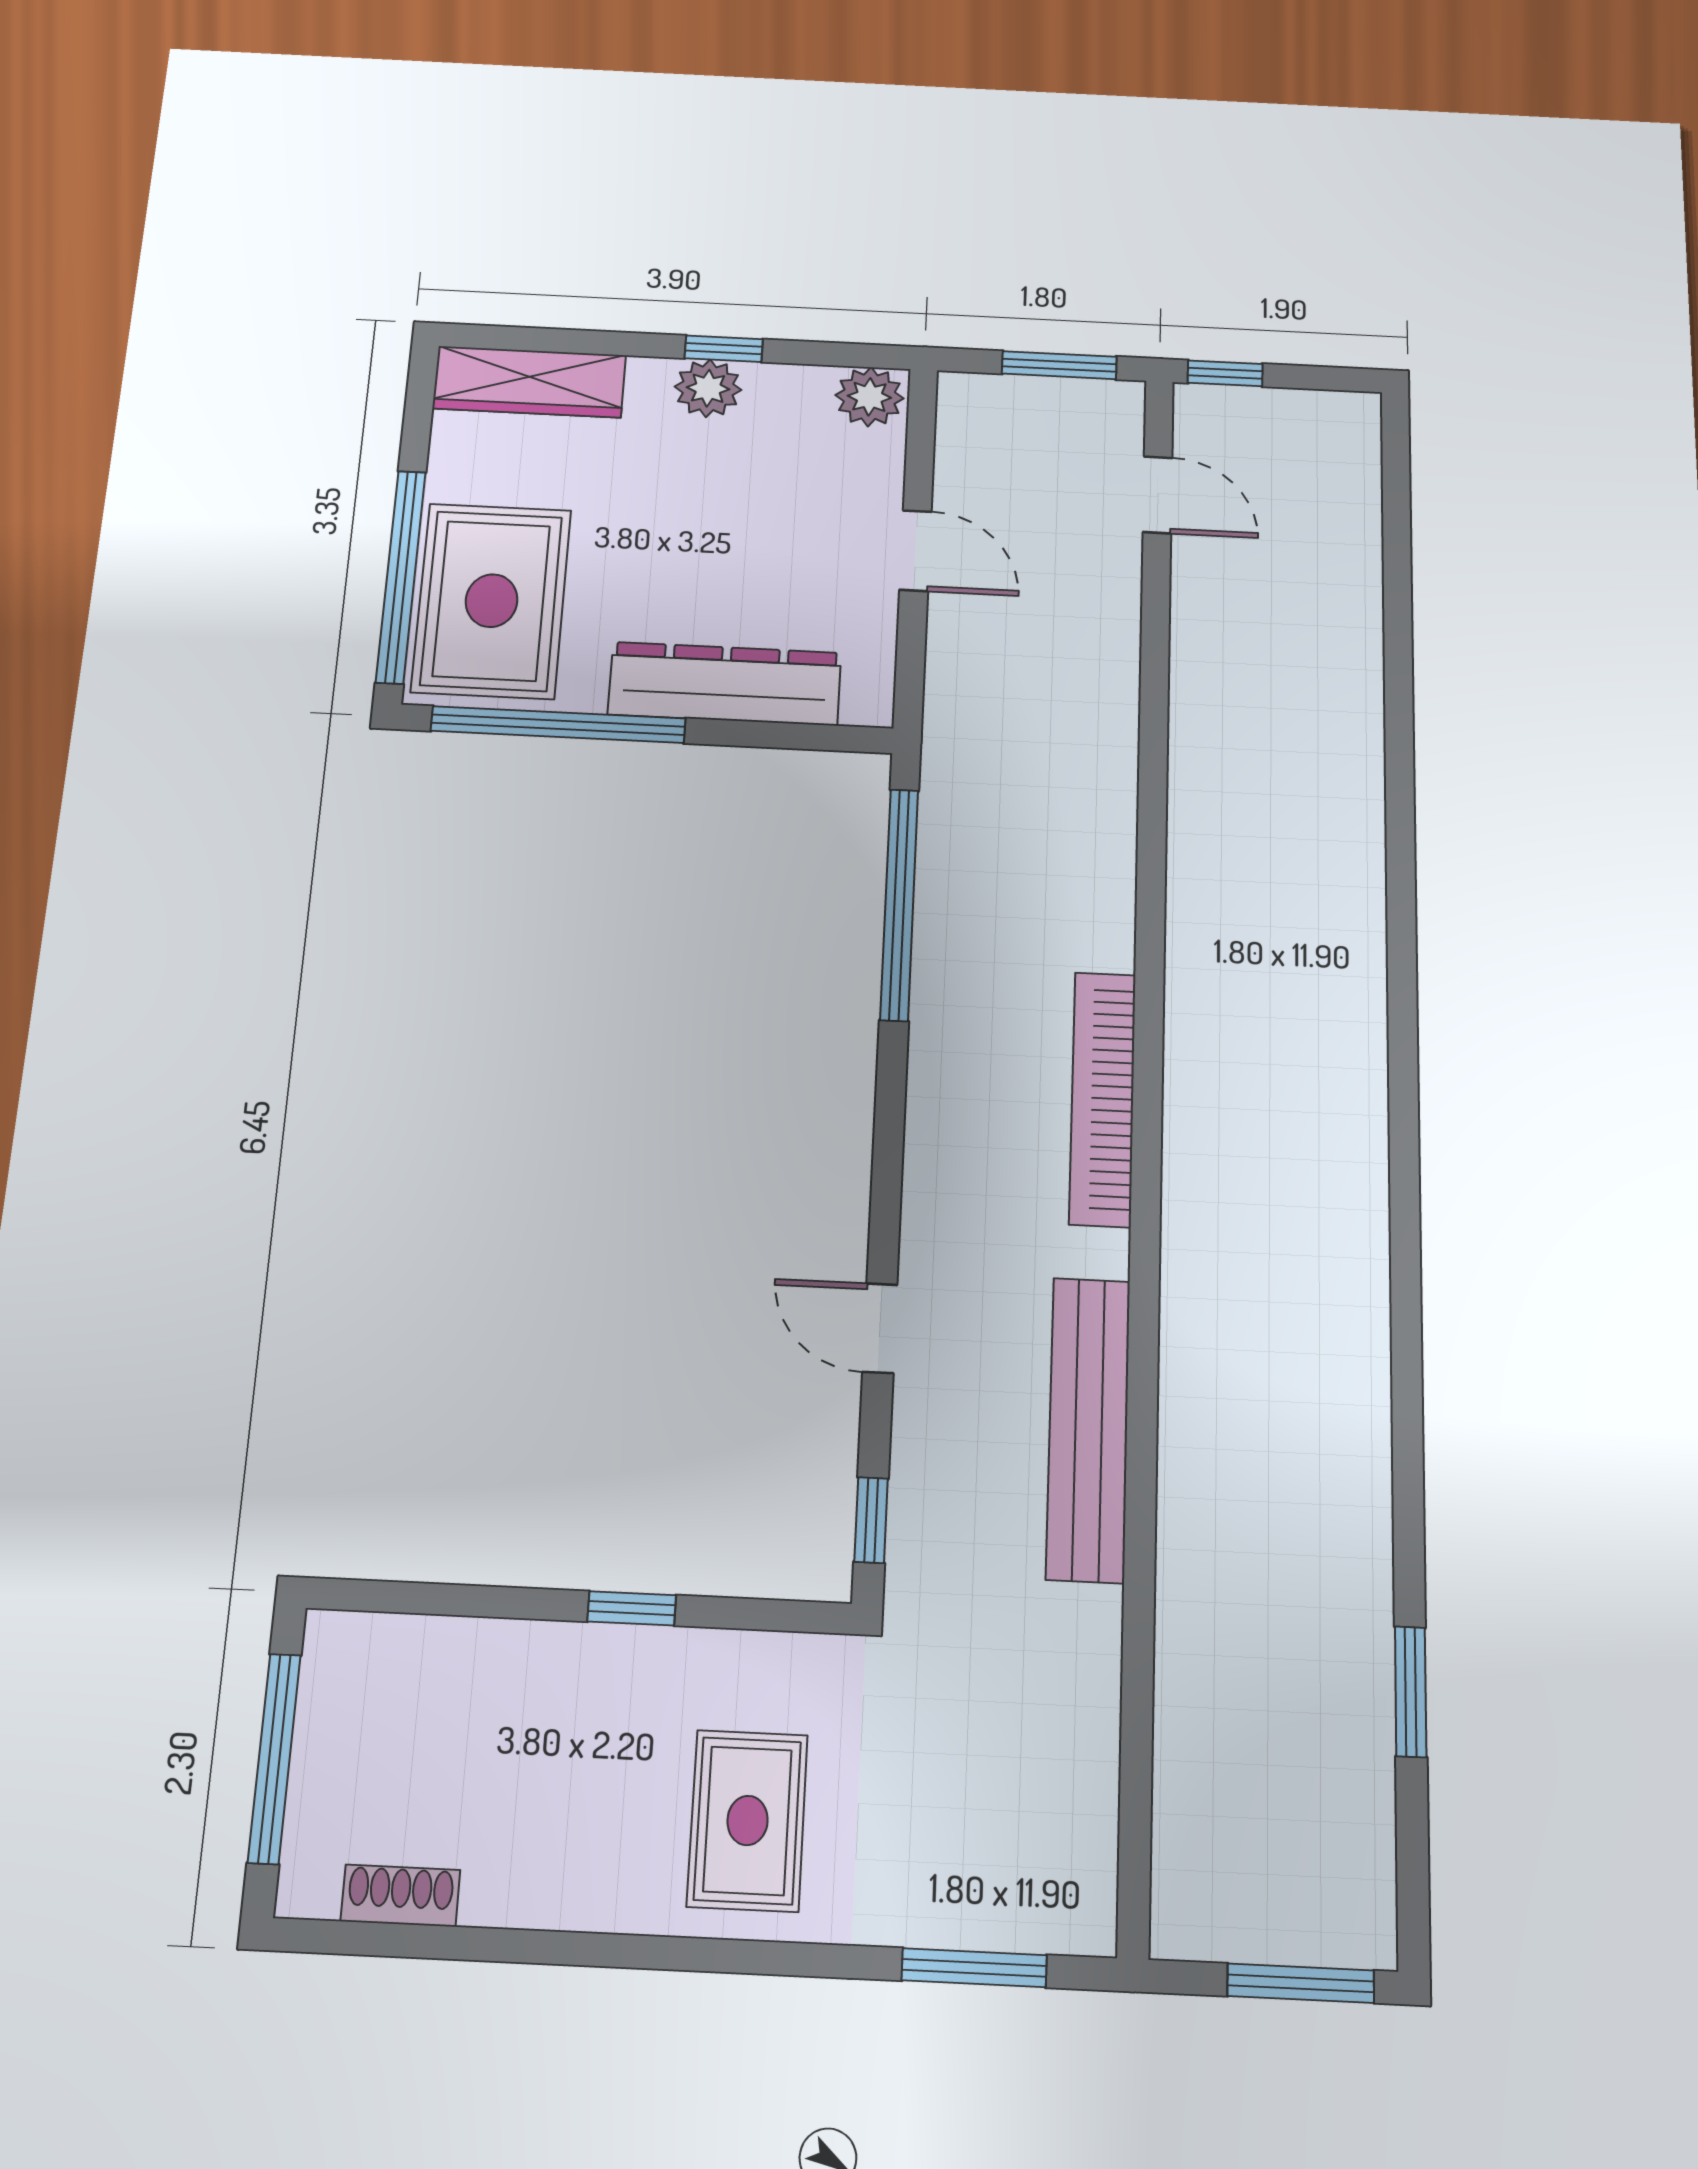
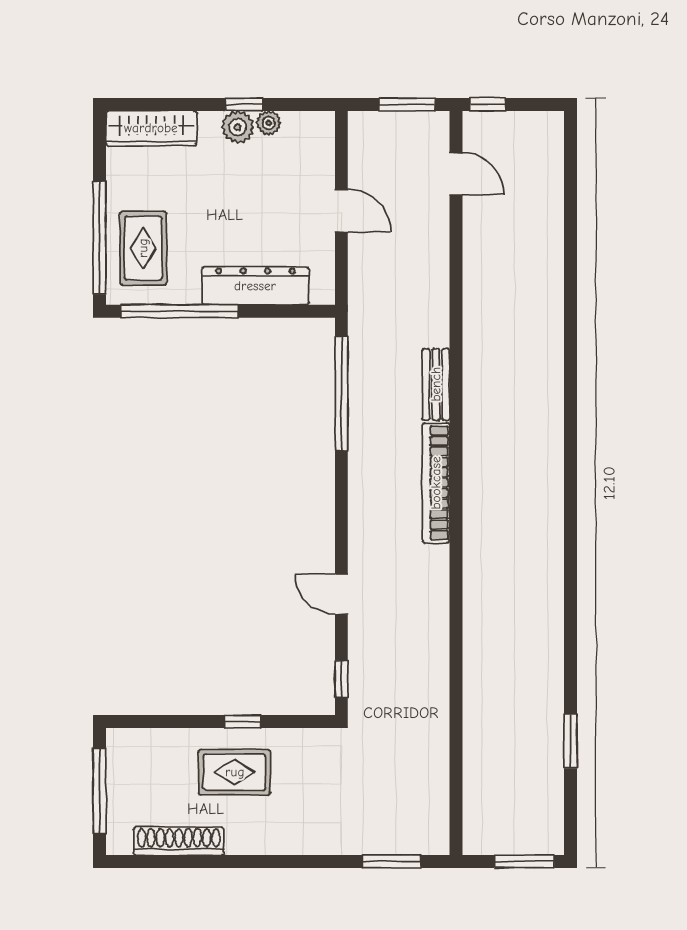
plant: (869, 397) -> (269, 123), moved, width x0.73, depth x0.73
rug: (492, 601) -> (143, 248), width x0.73, depth x0.70
bench: (1088, 1429) -> (436, 384), moved, width x0.54, depth x0.82
rug: (748, 1820) -> (235, 772), moved, turned 90
shoe rack: (400, 1896) -> (179, 841), width x1.94, depth x1.24

